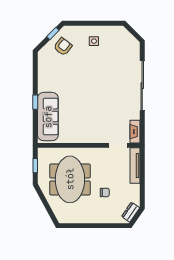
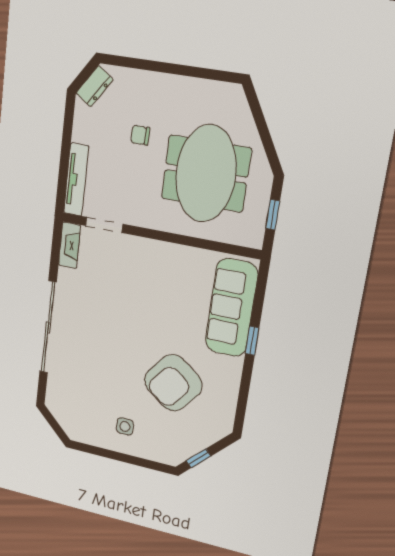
armchair: (63, 47) -> (173, 383), moved, width x1.88, depth x1.88

